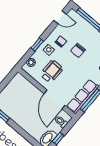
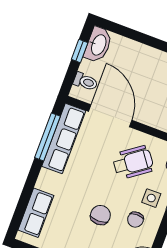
wheelchair: (51, 71) -> (133, 162), turned -126

